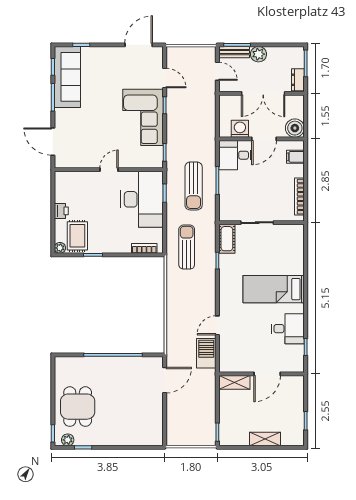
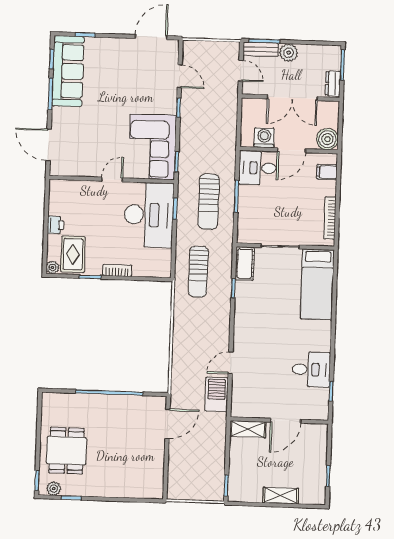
corner sofa: (143, 117) -> (152, 147), moved
sun lounger: (187, 247) -> (198, 272), turned 180
bookcase: (144, 248) -> (117, 270), moved
bed: (274, 289) -> (317, 284), moved, turned -90

